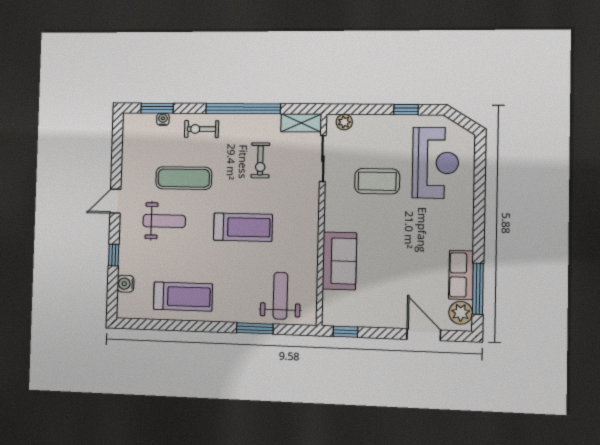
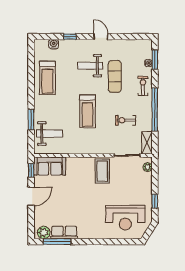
coffee table: (377, 181) -> (102, 171), moved
weight bench: (164, 221) -> (90, 66), turned 90
sofa: (339, 261) -> (50, 166), moved
door: (424, 335) -> (31, 196), moved

